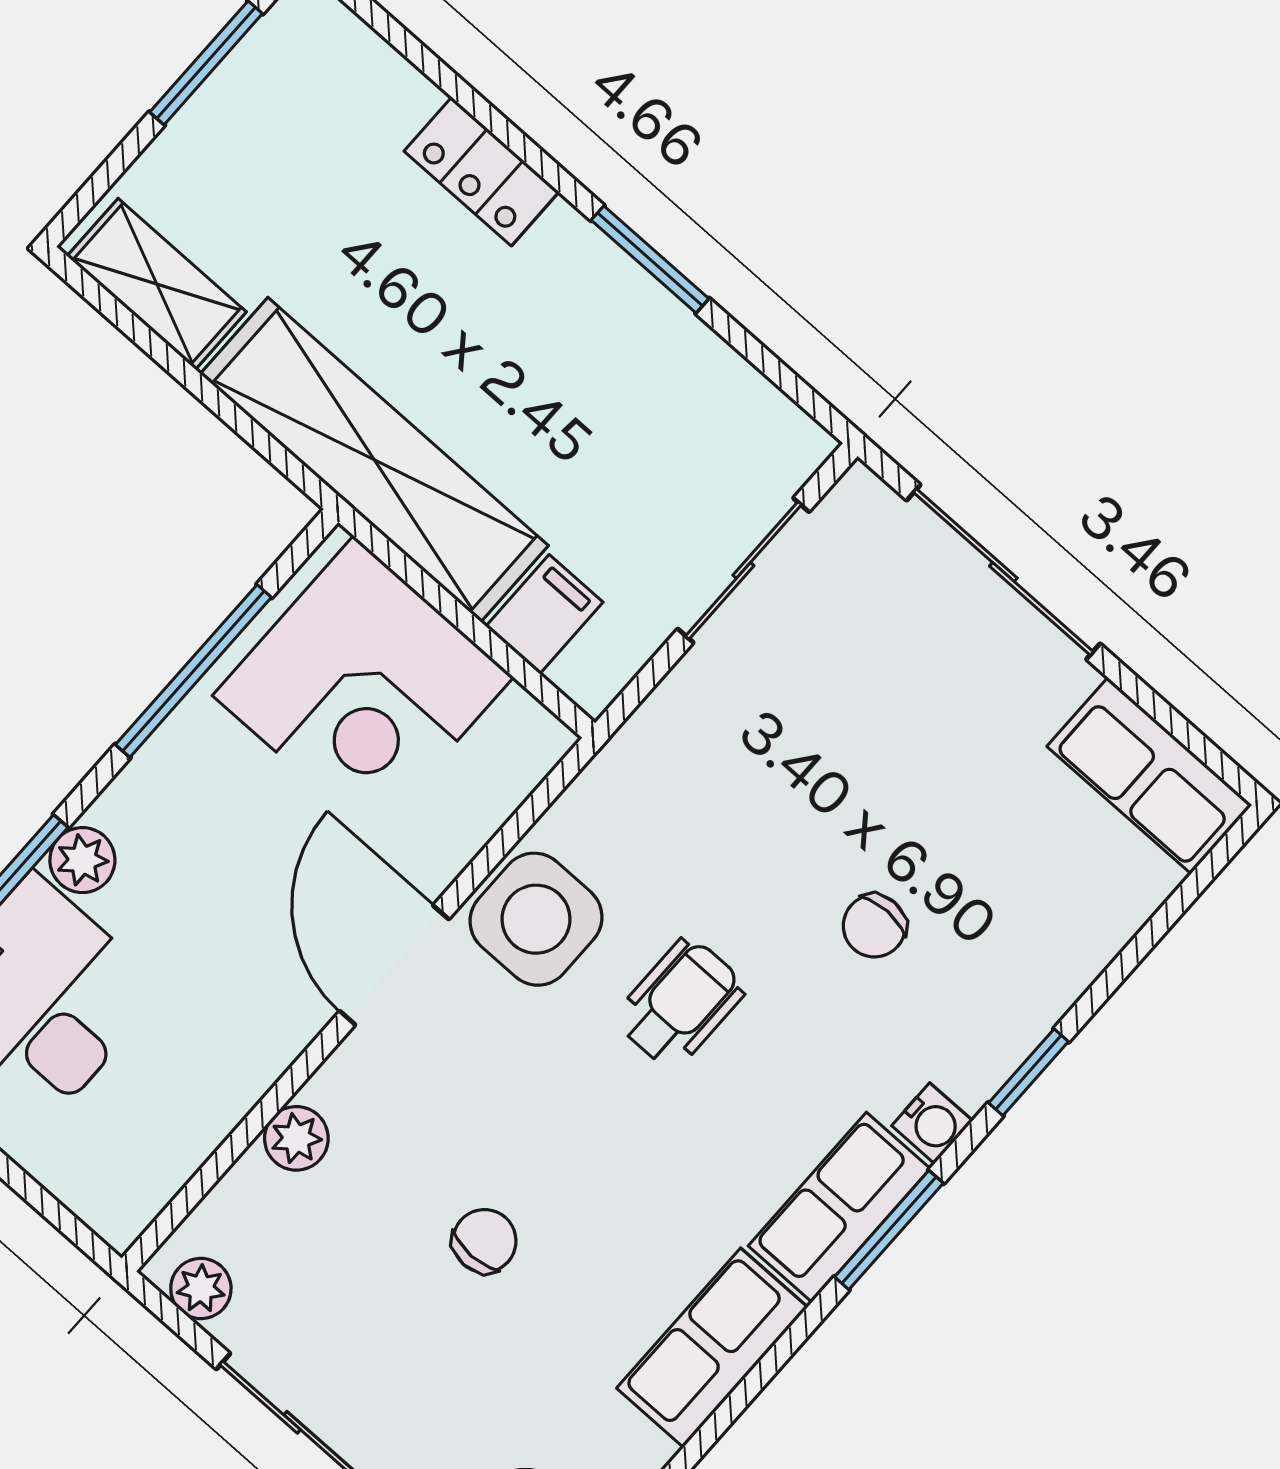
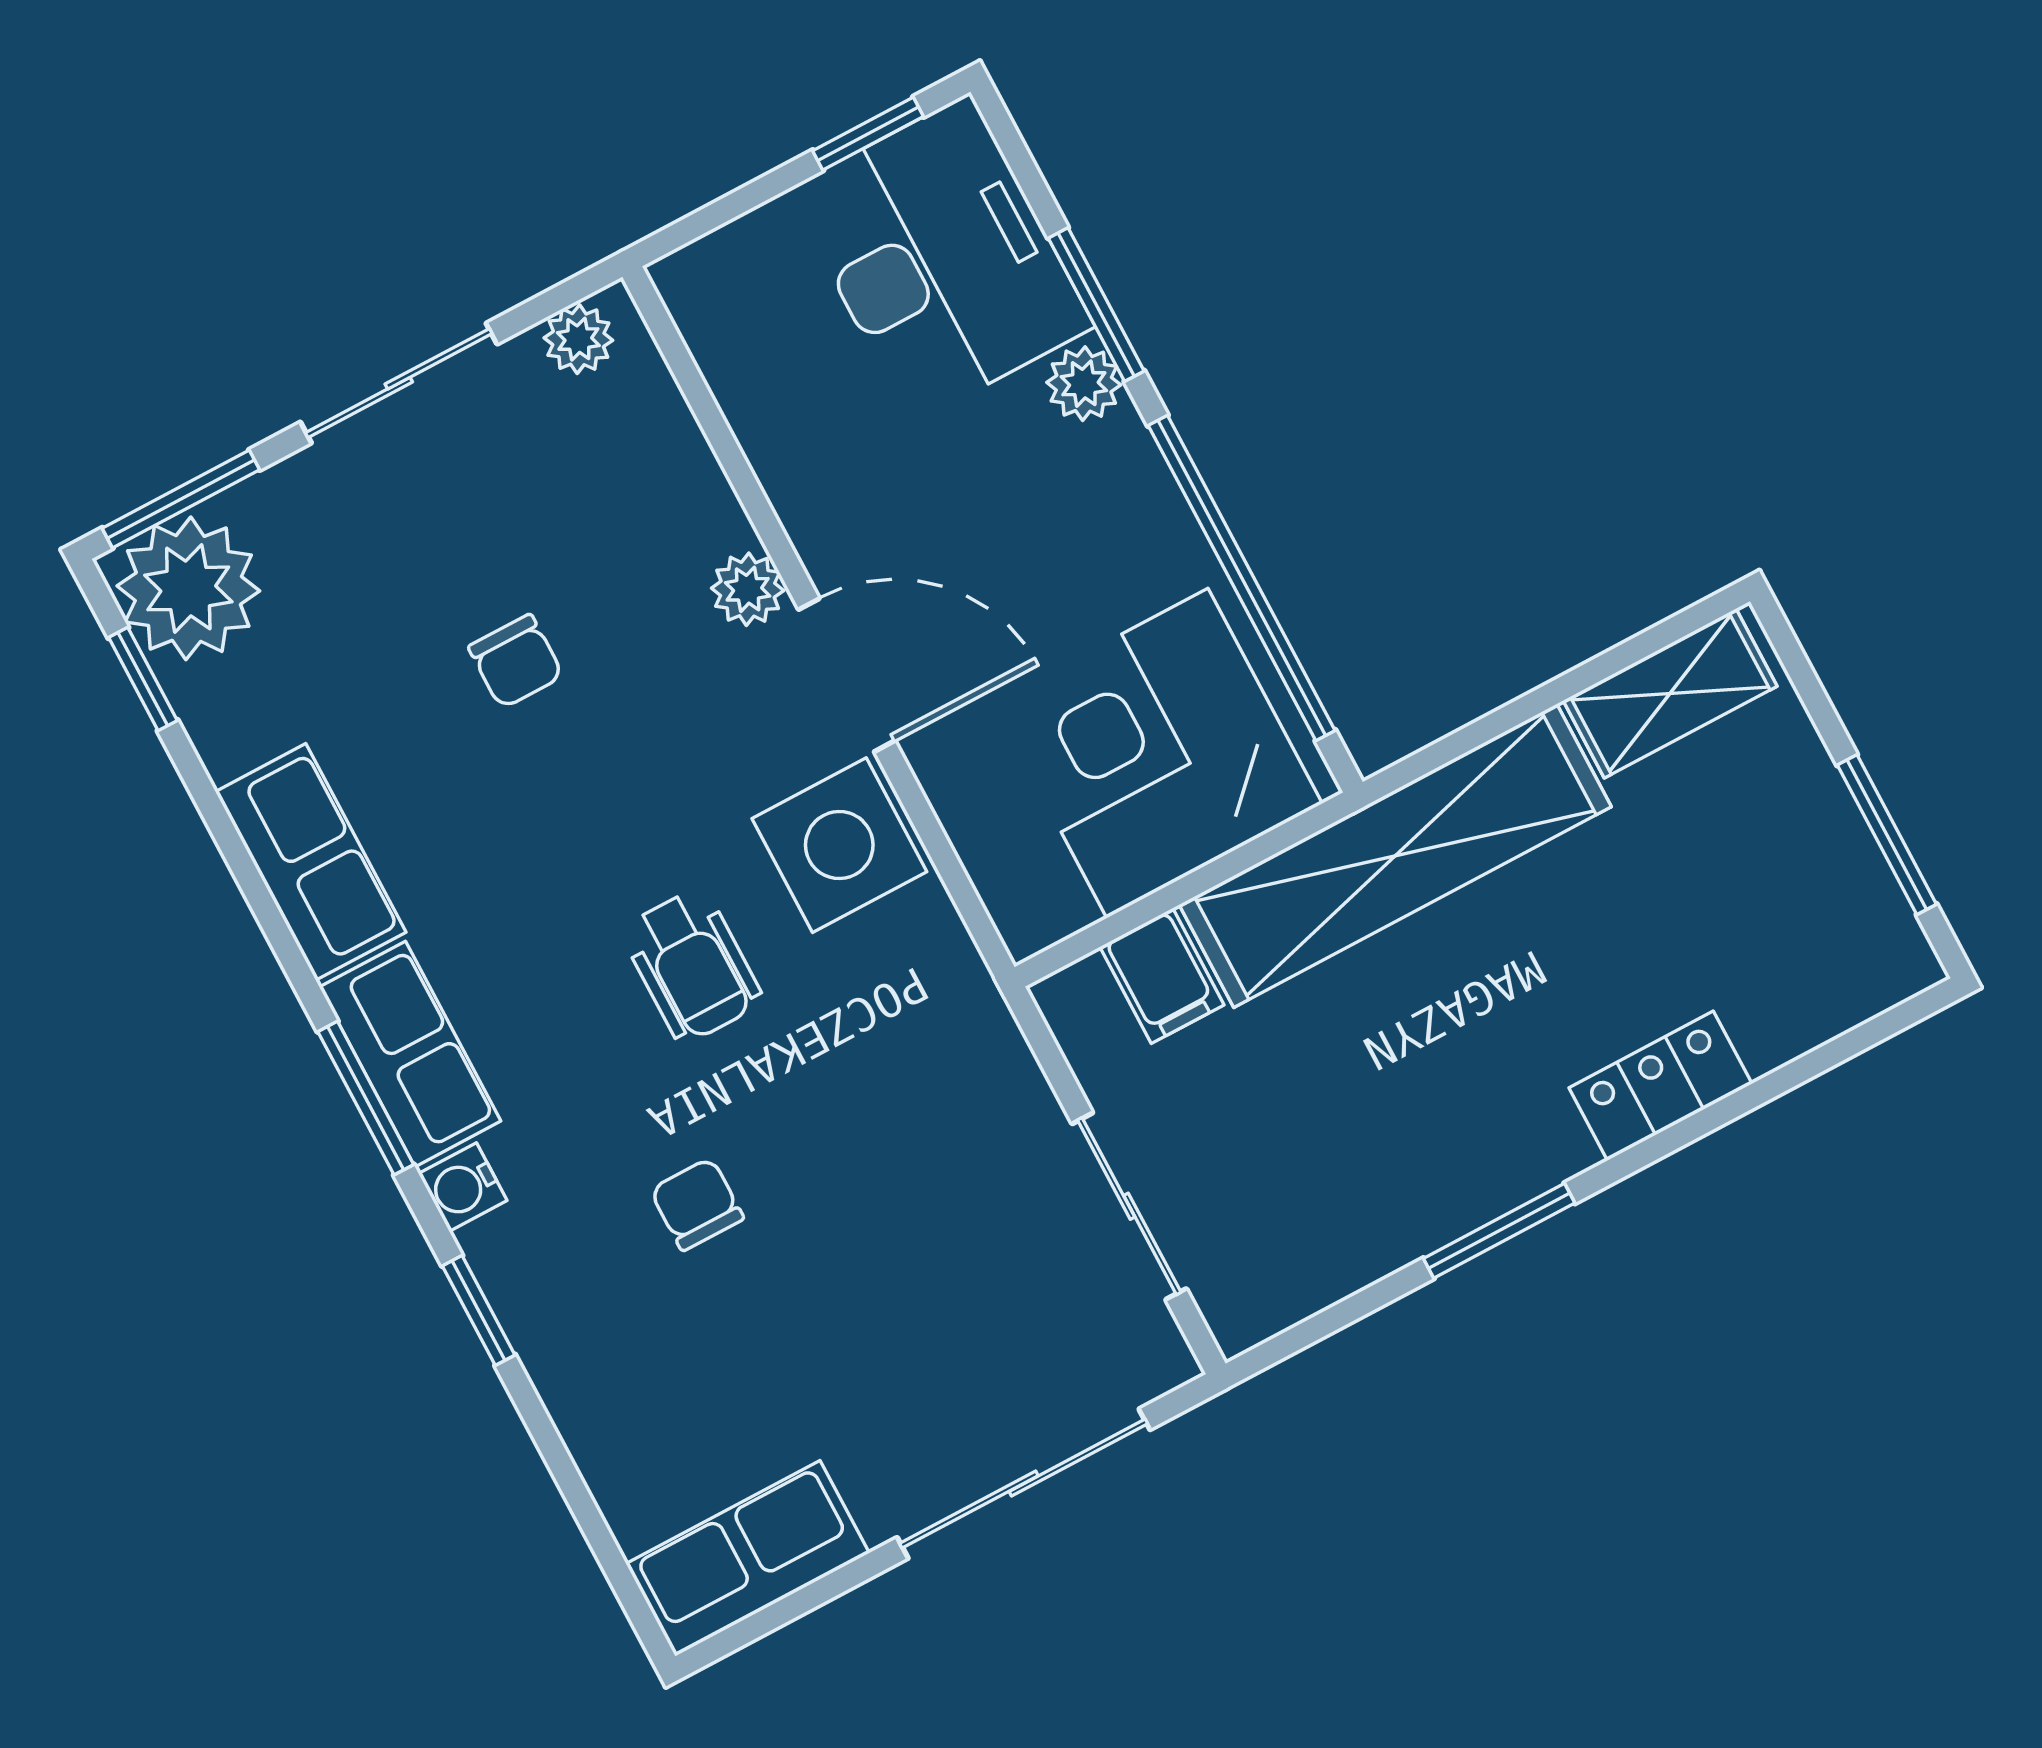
window: (193, 671) -> (1242, 578), width x1.46
plant: (296, 1138) -> (748, 589), moved

